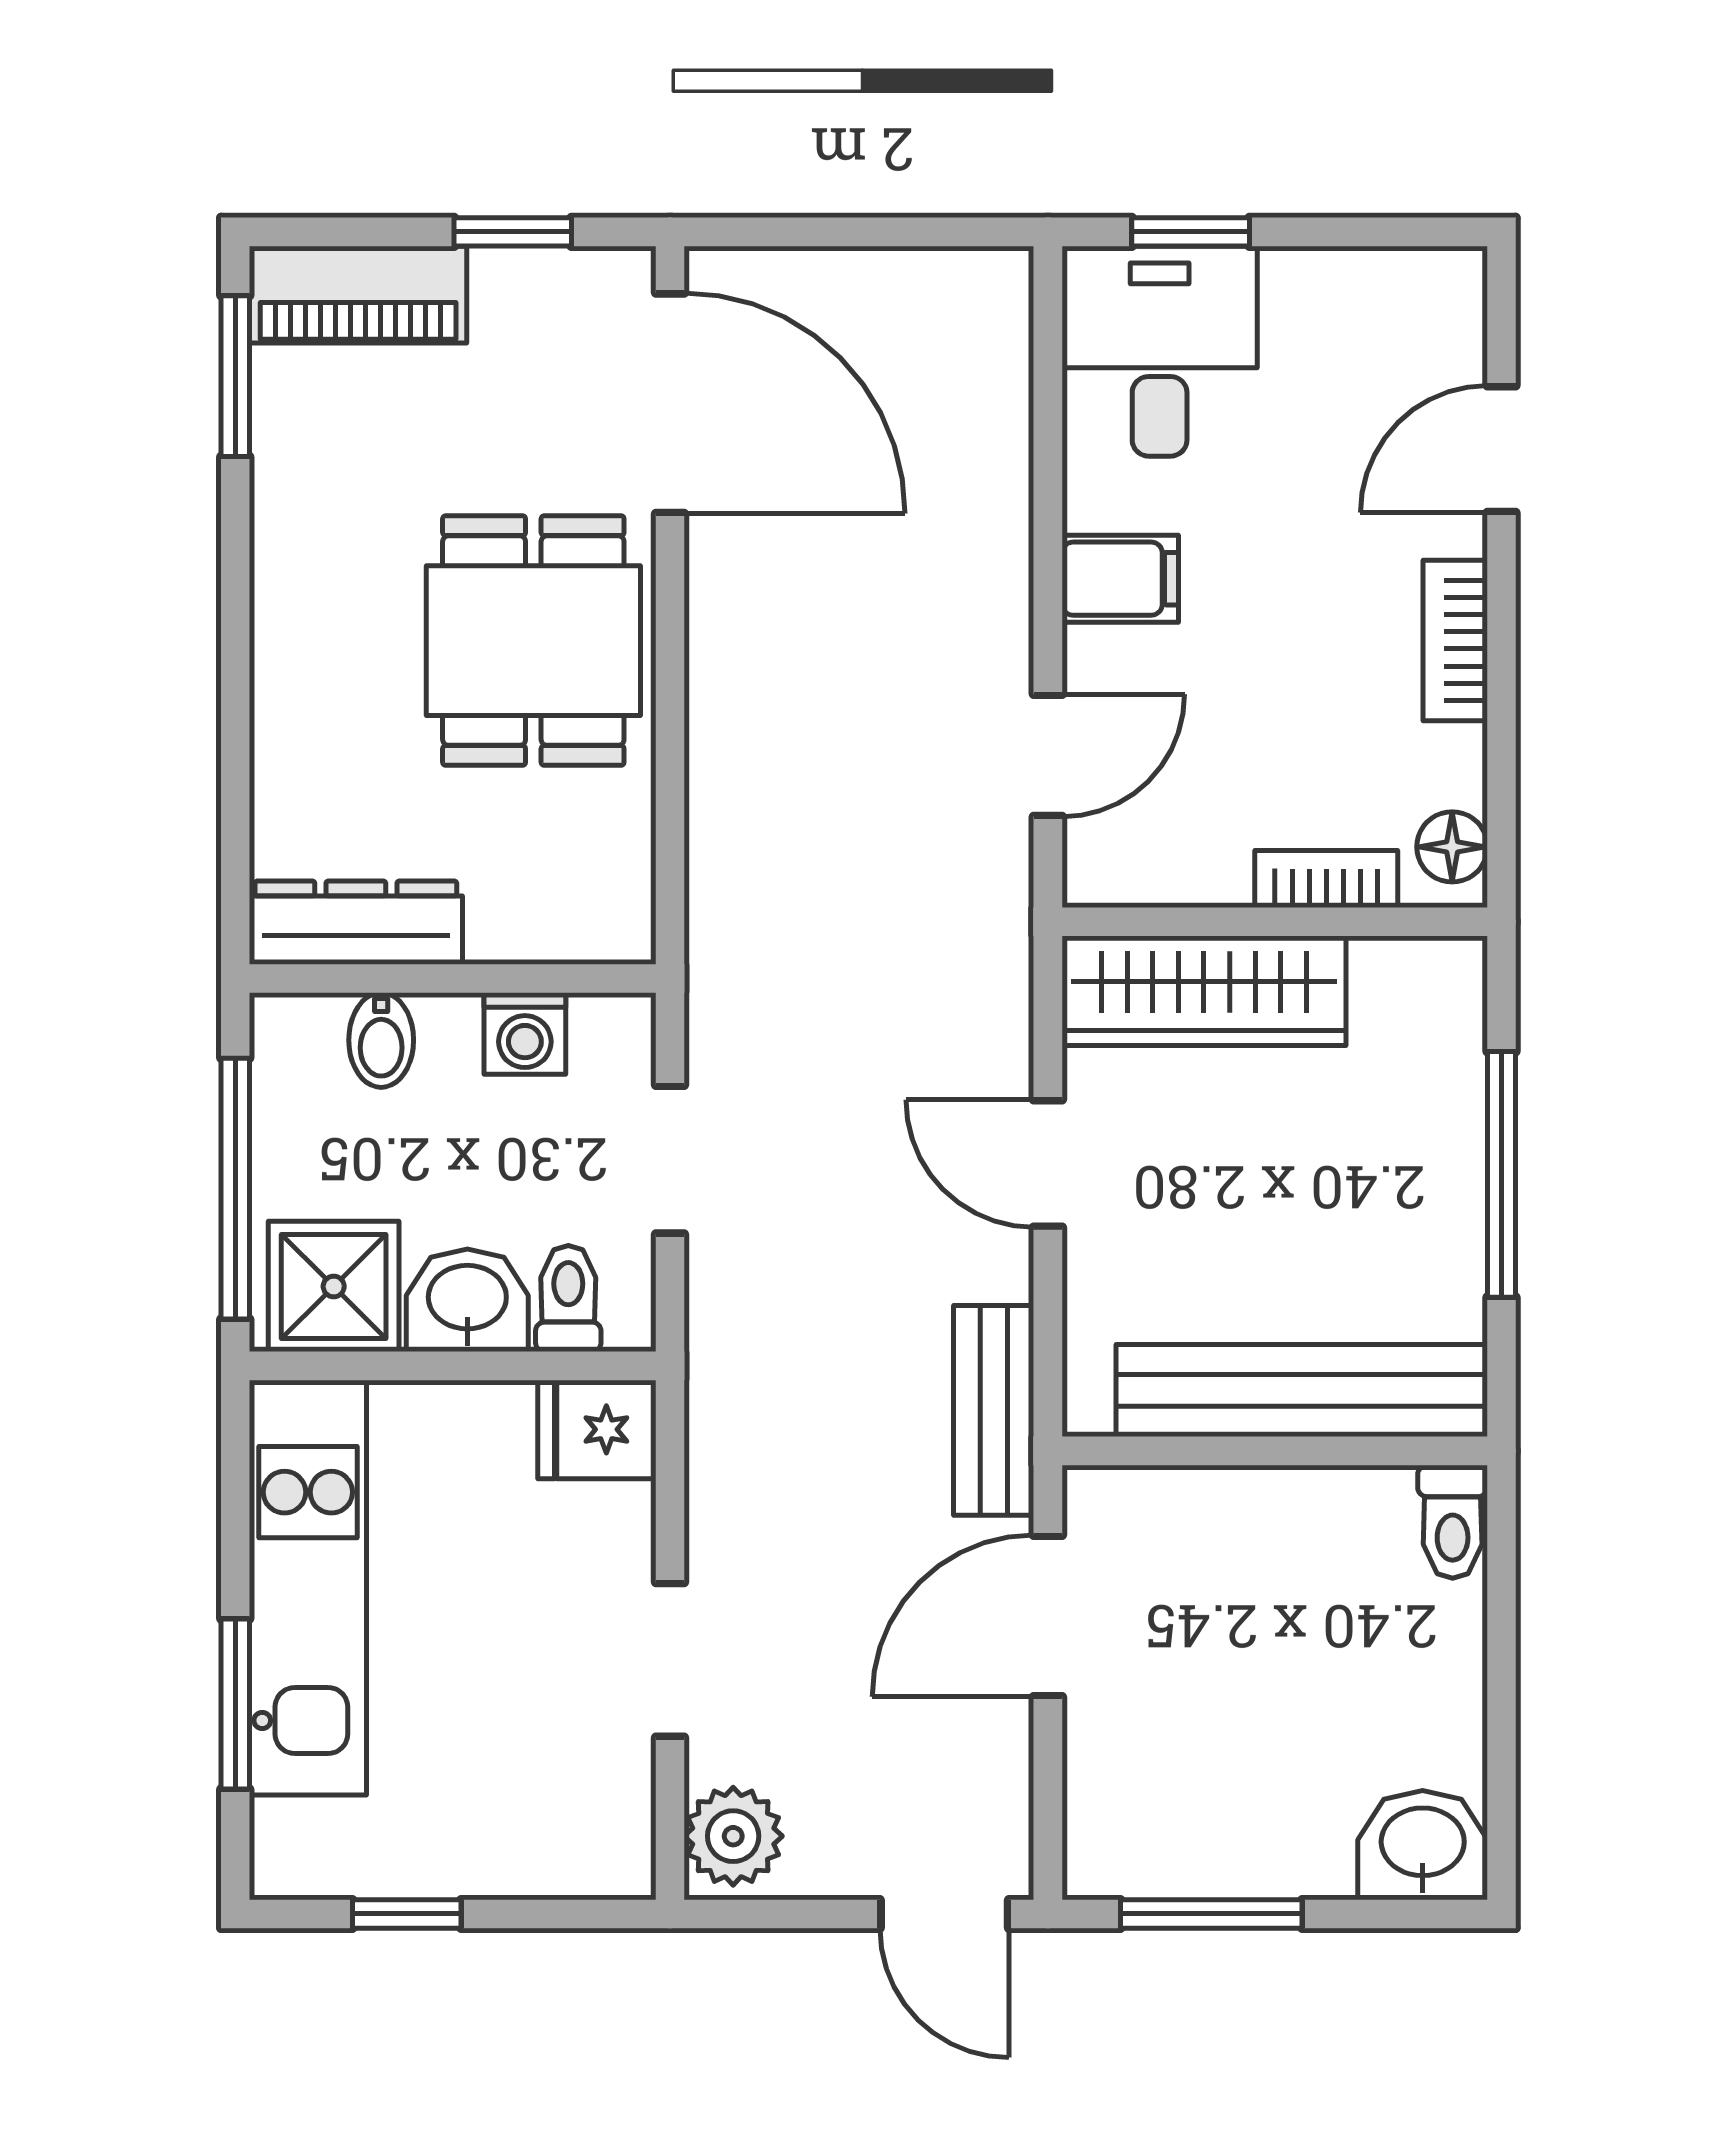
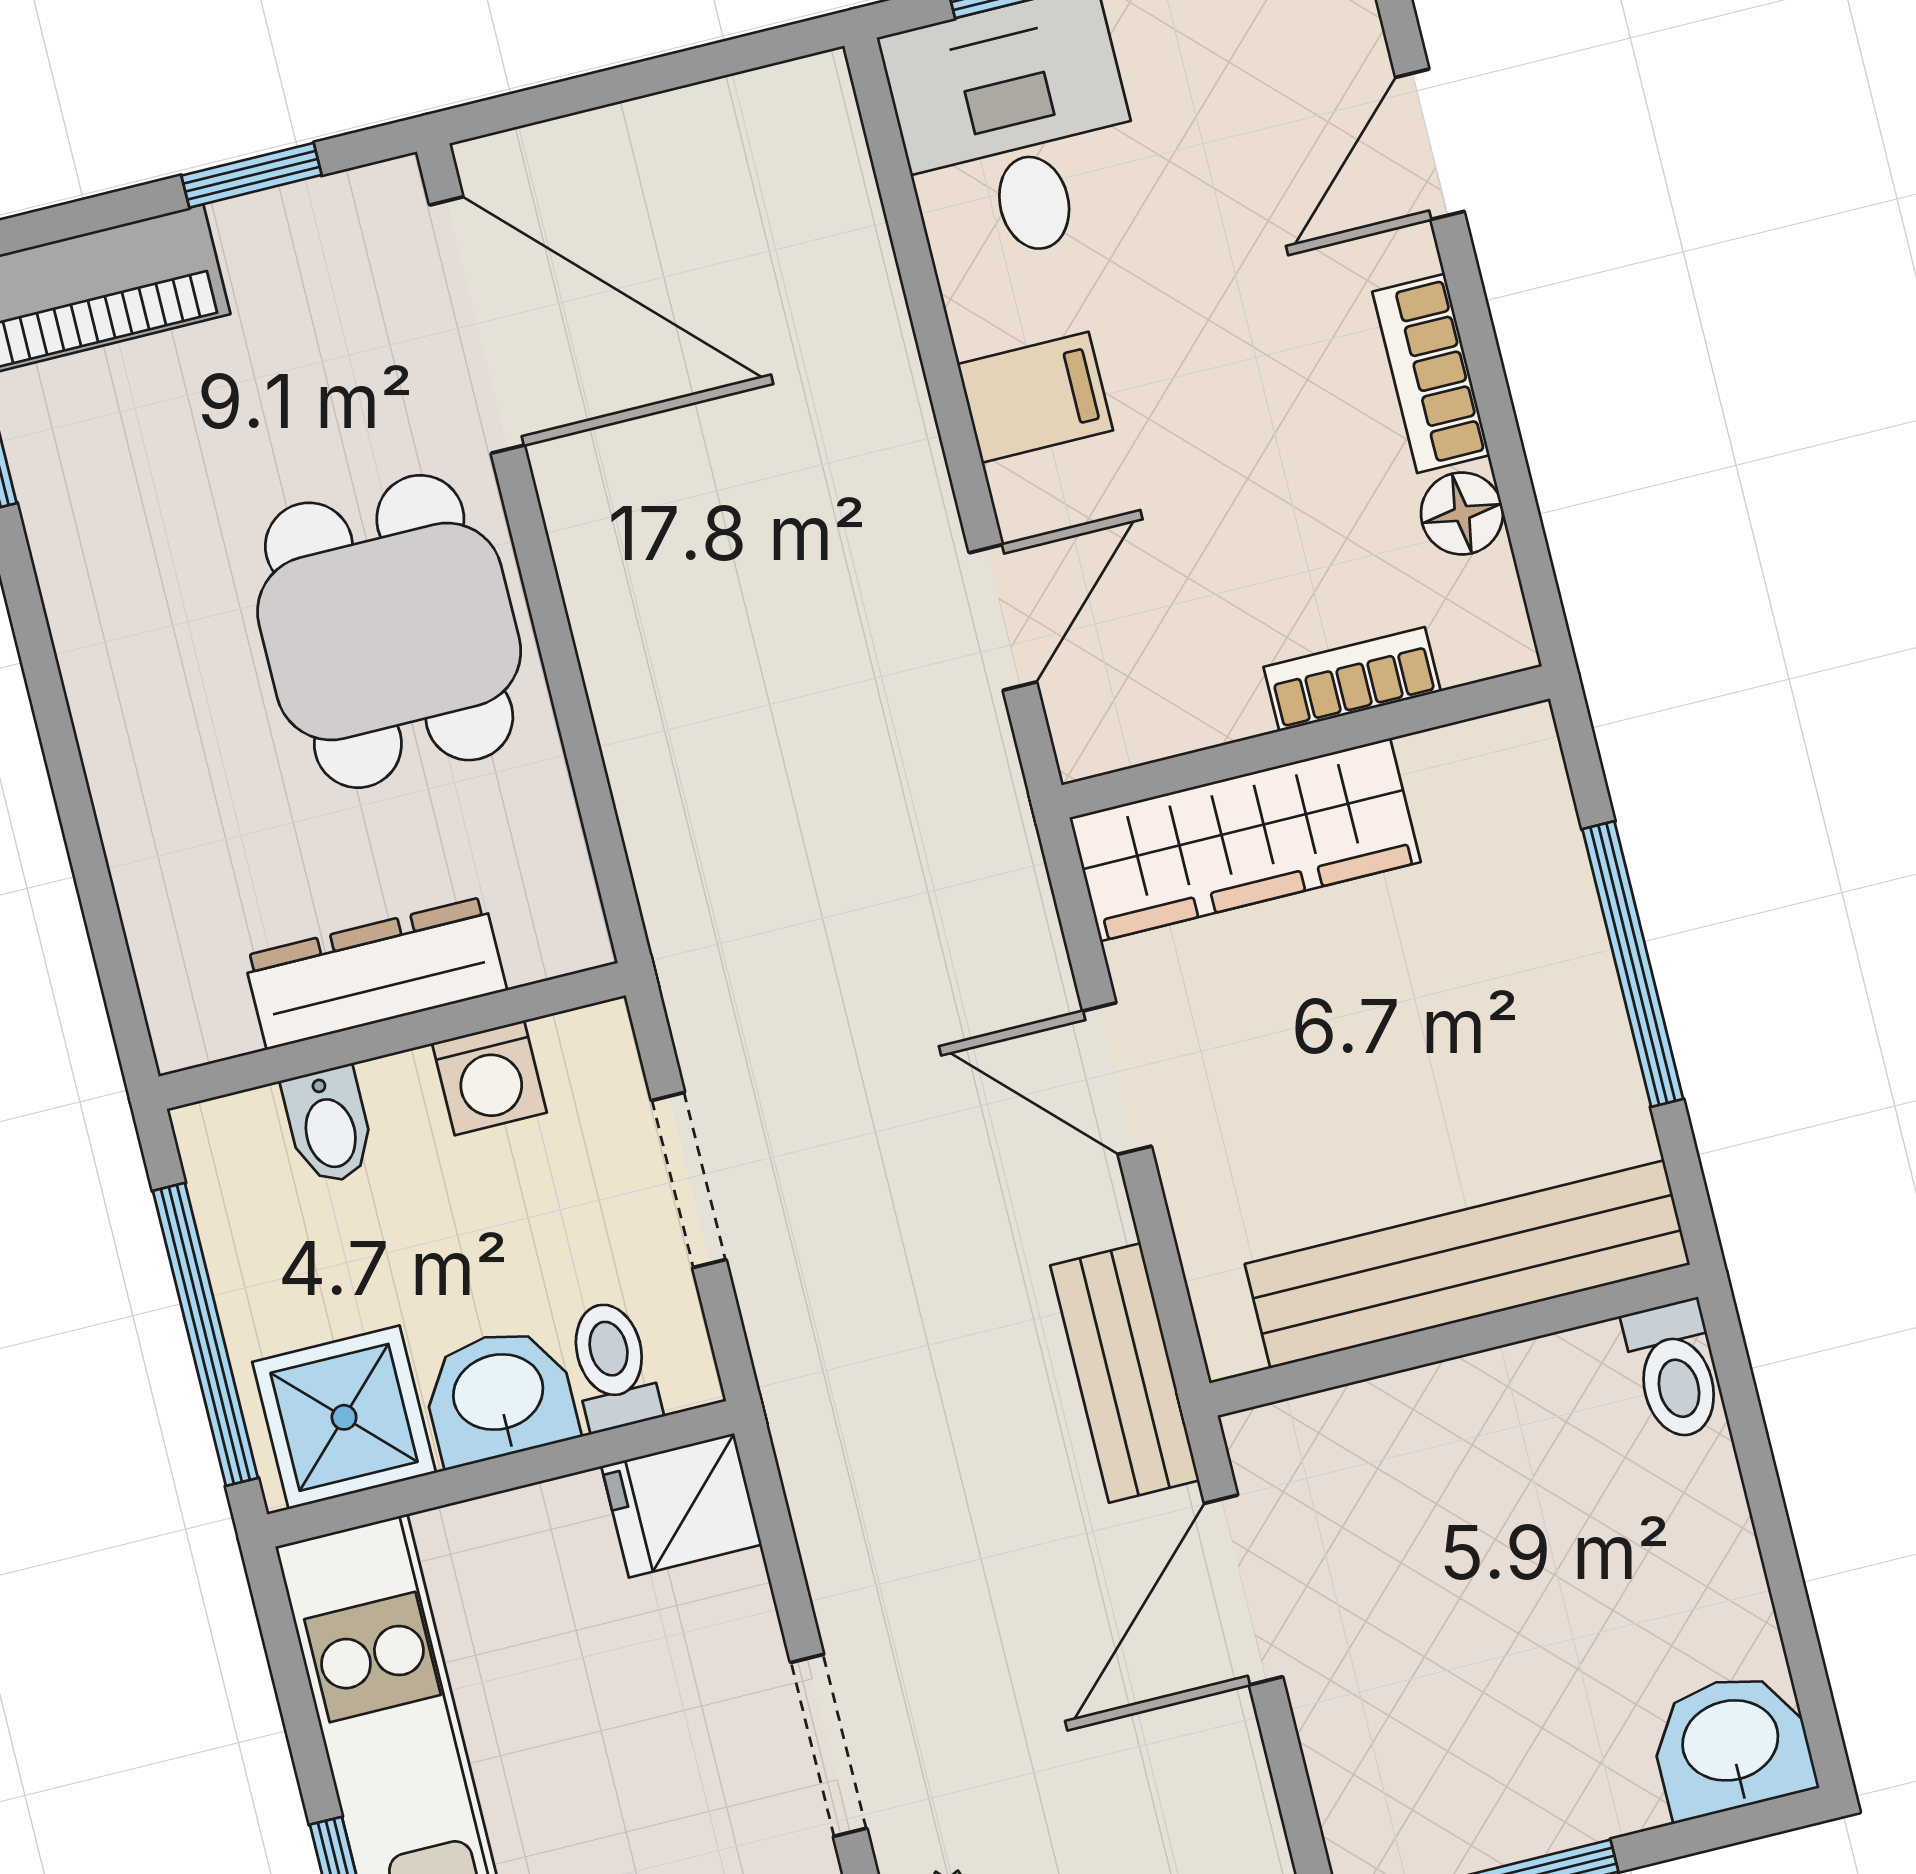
floor lamp: (1452, 847) -> (1462, 513), moved
dresser: (356, 923) -> (375, 973), moved

